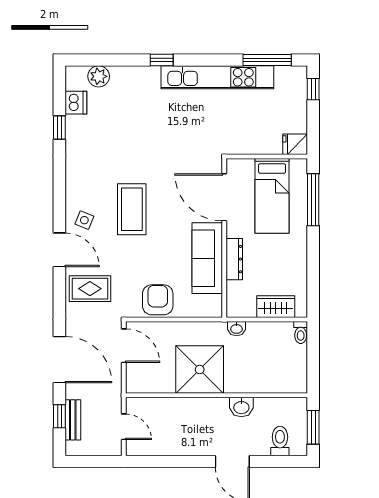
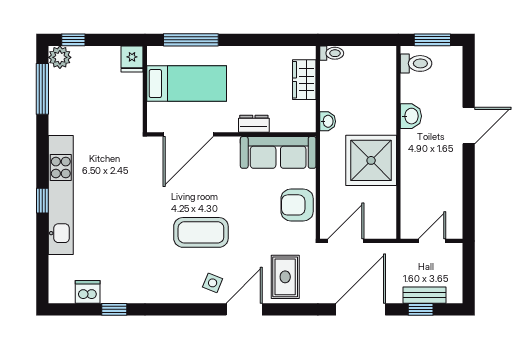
plant: (99, 76) -> (60, 57), moved
kitchen unit: (217, 77) -> (61, 195), moved
sofa: (207, 258) -> (278, 152), moved
dresser: (234, 259) -> (254, 124), width x0.70
toilet: (280, 441) -> (416, 63), moved, turned 180

